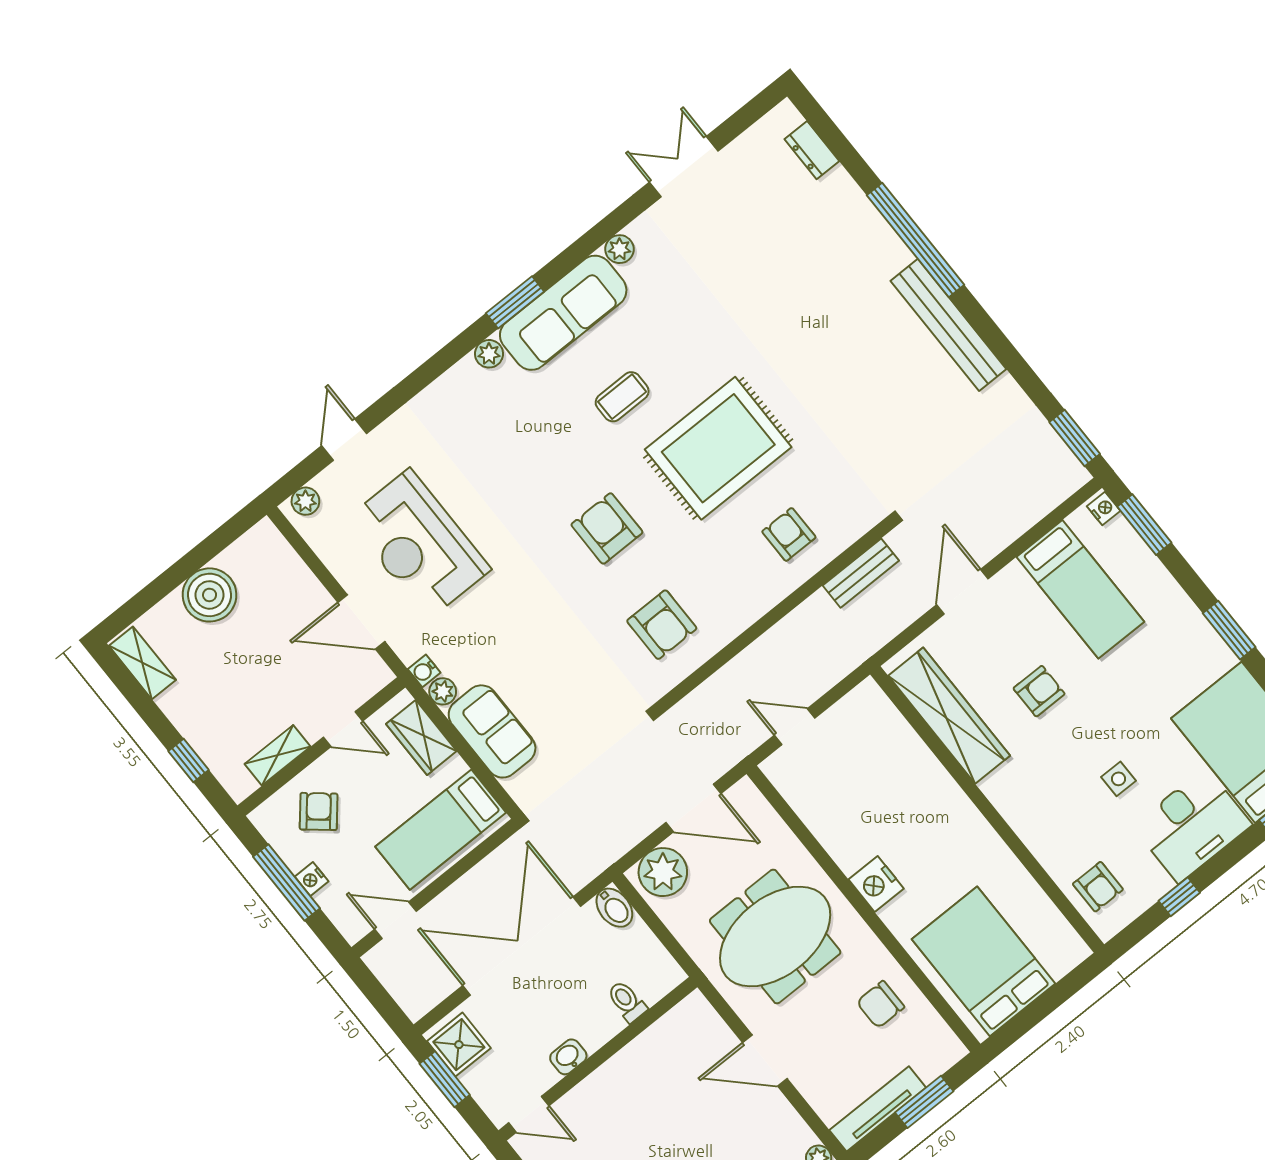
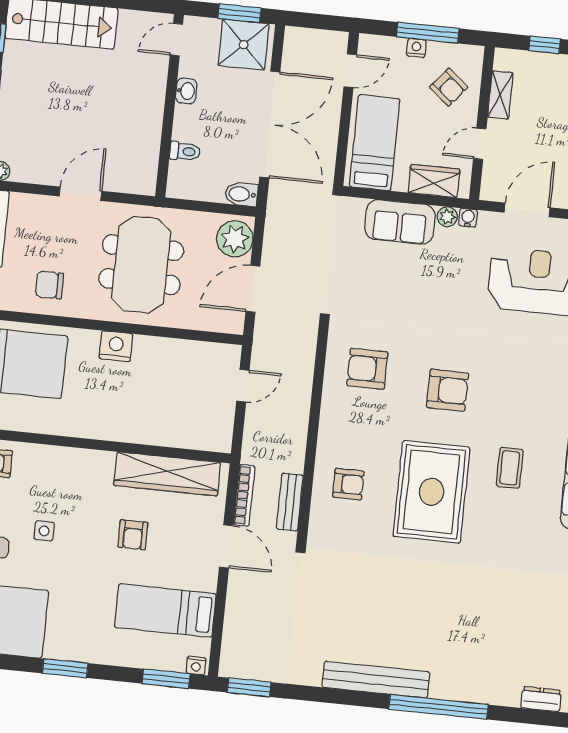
bookcase: (897, 622) -> (244, 495), added
chair: (880, 1004) -> (49, 285), turned -90
shower: (459, 1045) -> (244, 45), width x1.36, depth x1.36

